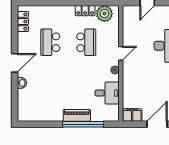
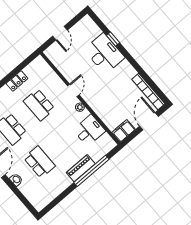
plant: (104, 14) -> (34, 70), removed
school desk: (86, 42) -> (39, 105), turned 180
school desk: (50, 85) -> (39, 162), added

